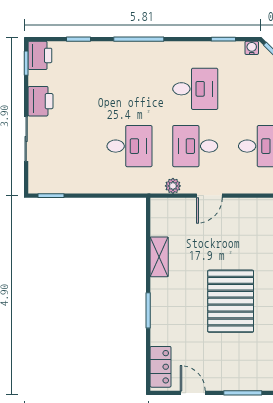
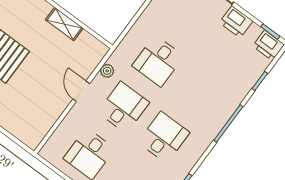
desk: (195, 89) -> (164, 137), turned 180

